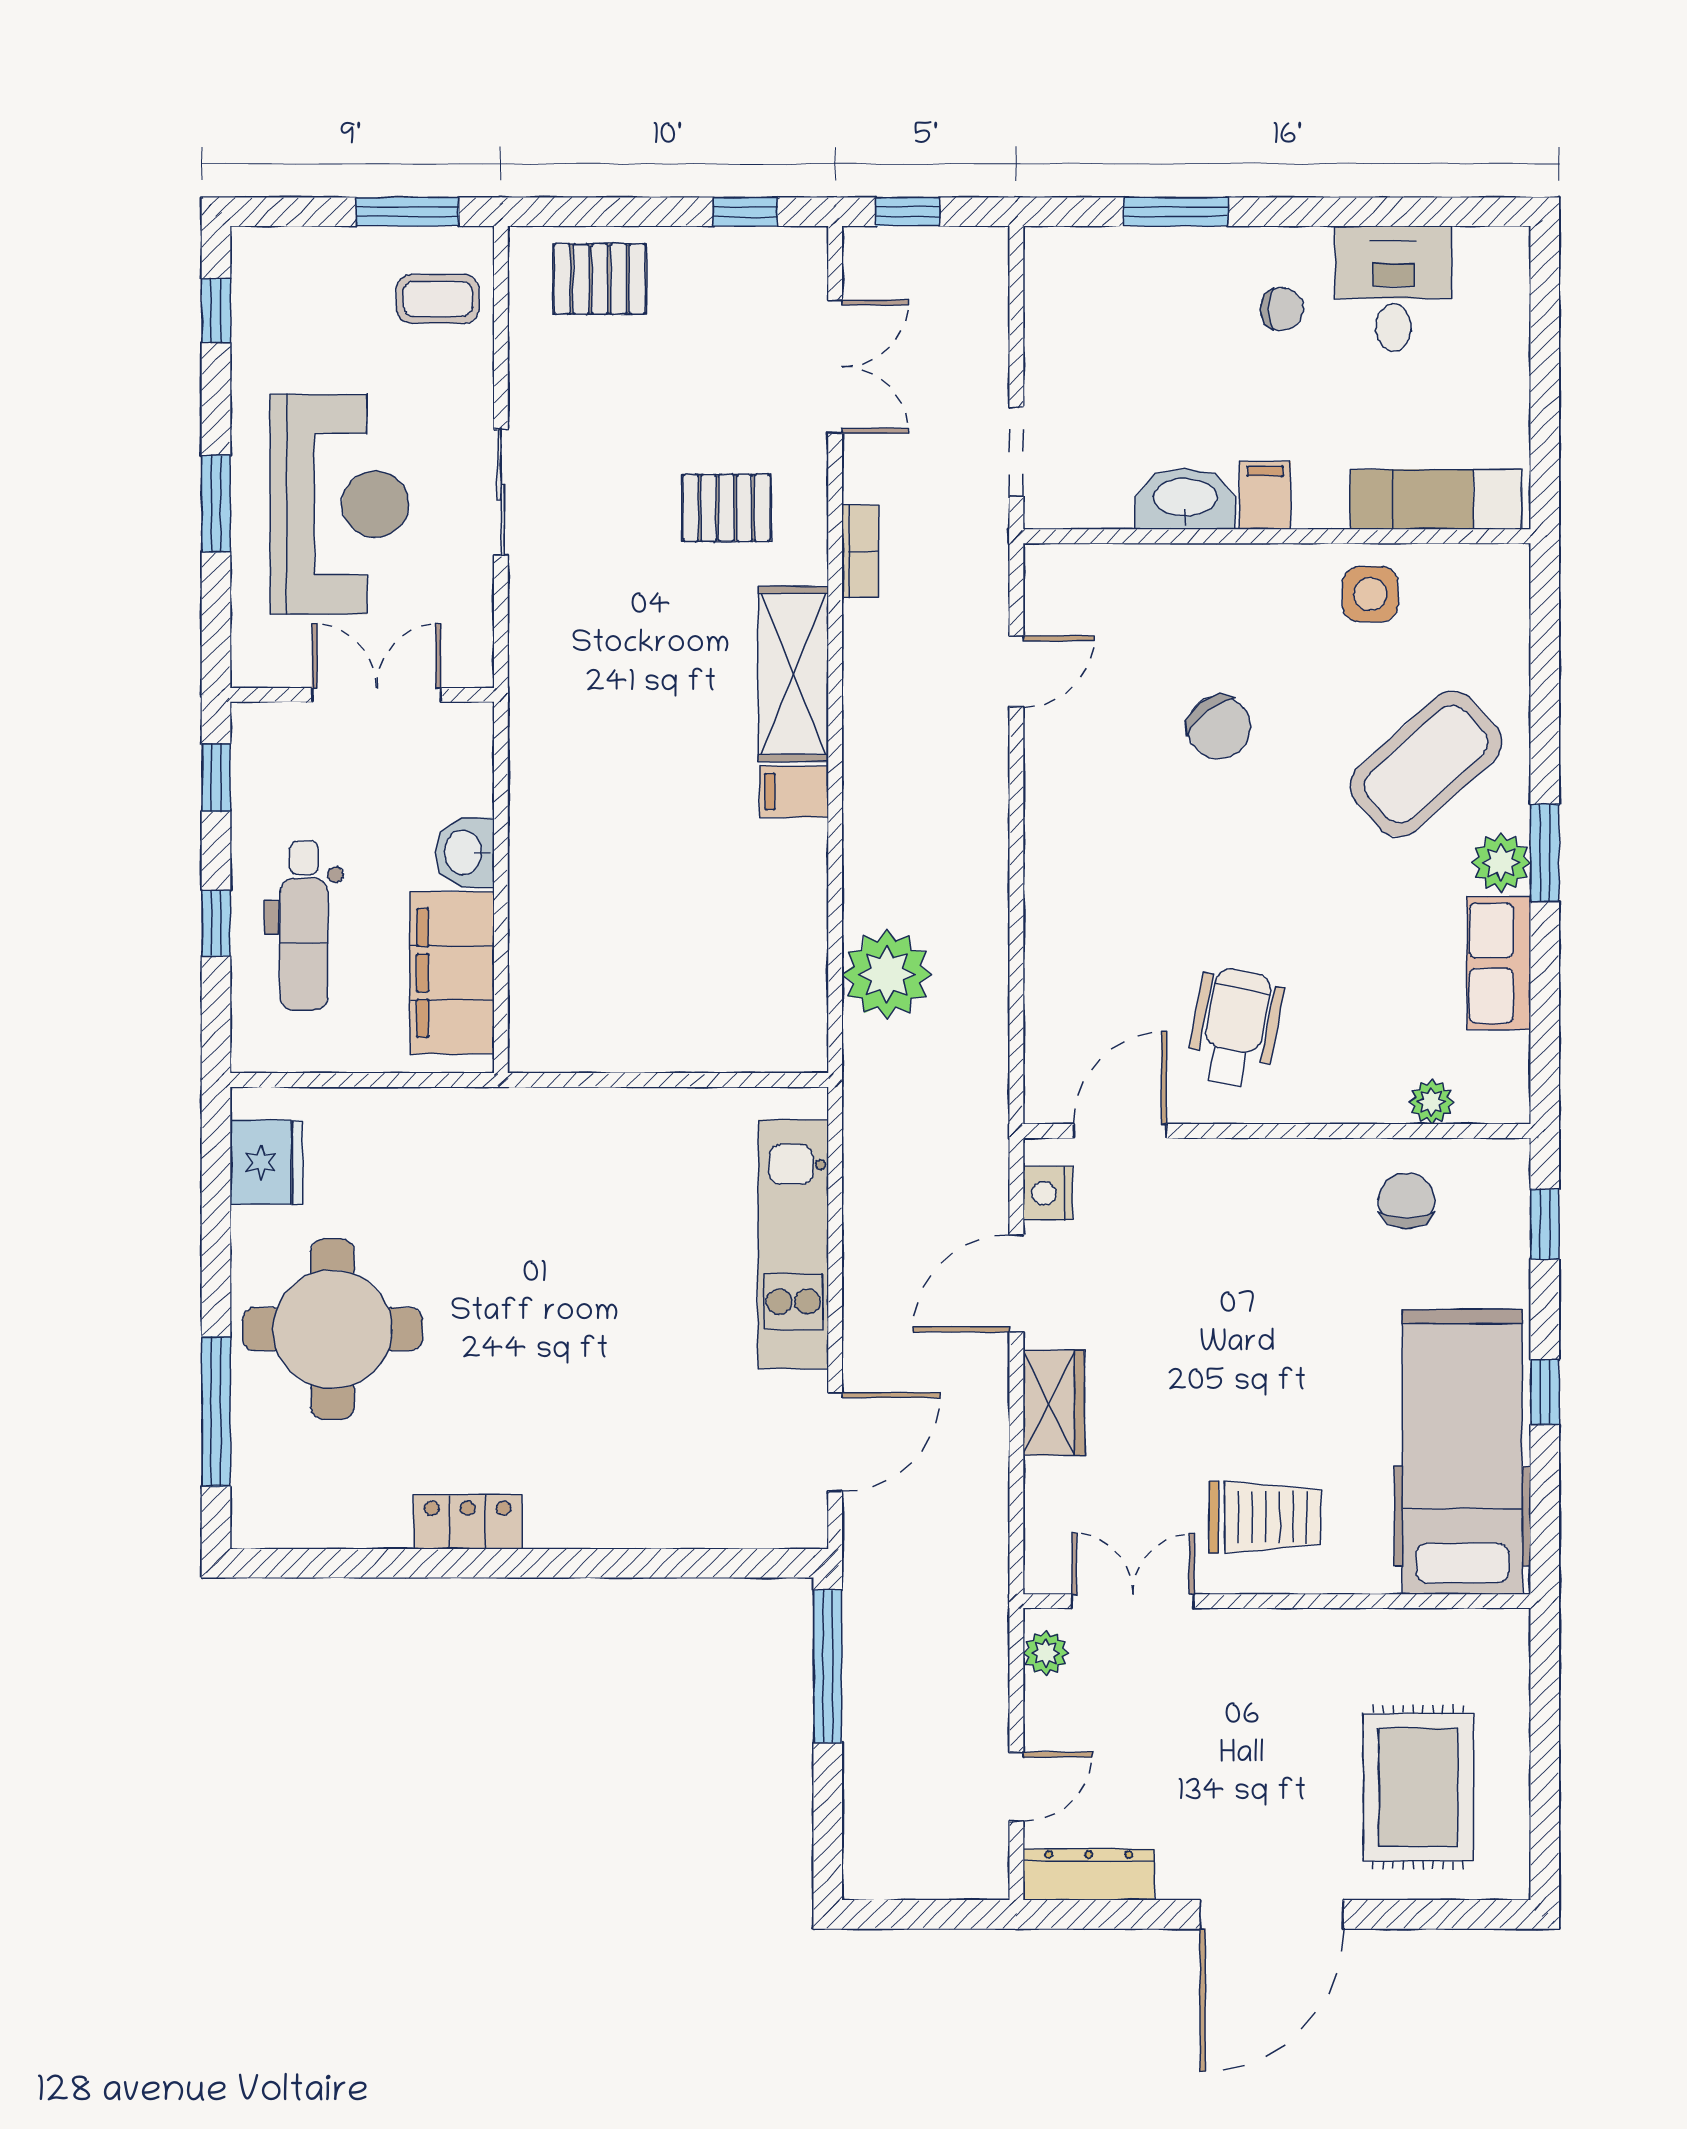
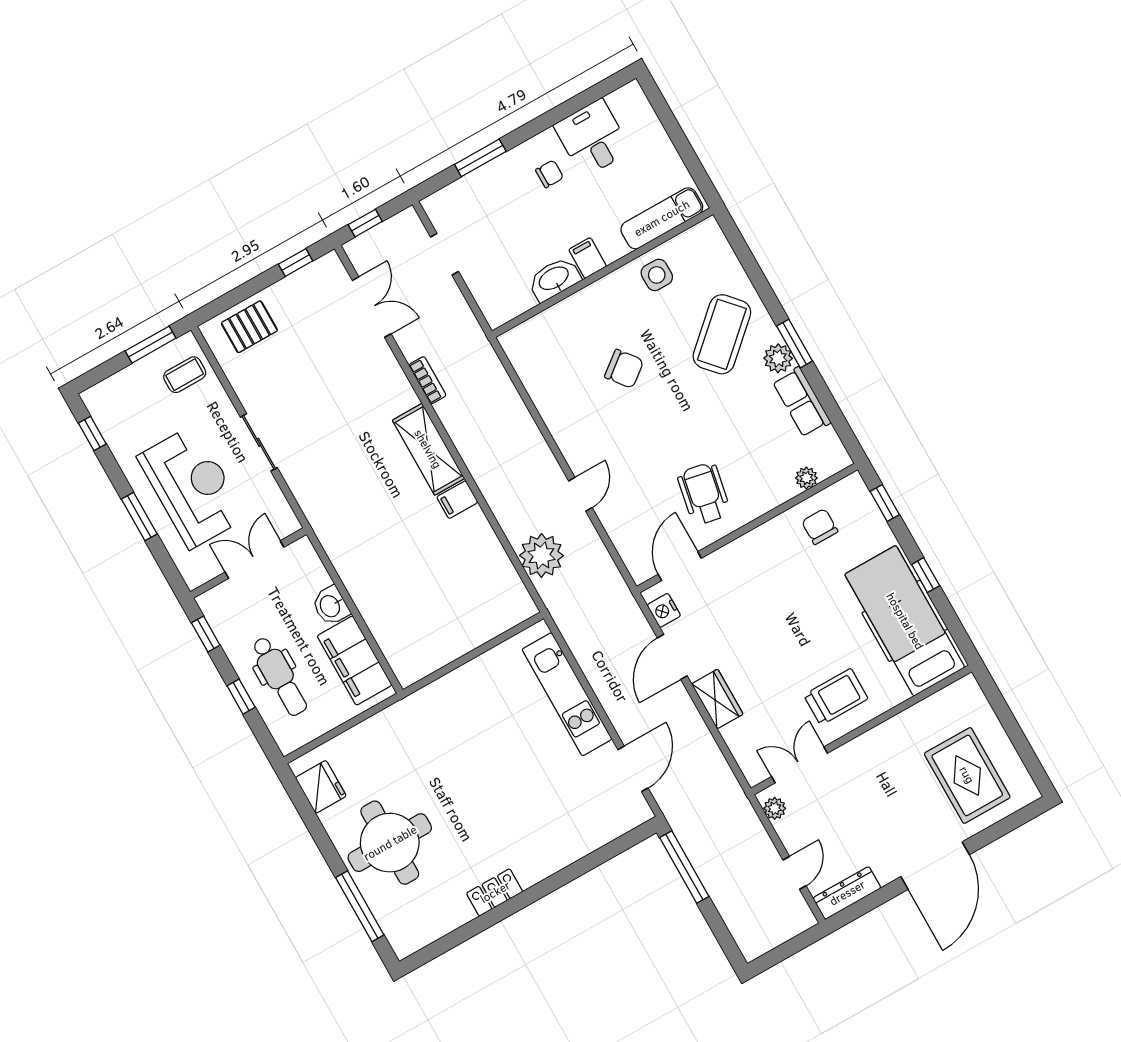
doorway: (1016, 452) -> (445, 254), moved
pallet: (726, 508) -> (359, 394), removed
door: (1016, 671) -> (580, 494), moved

